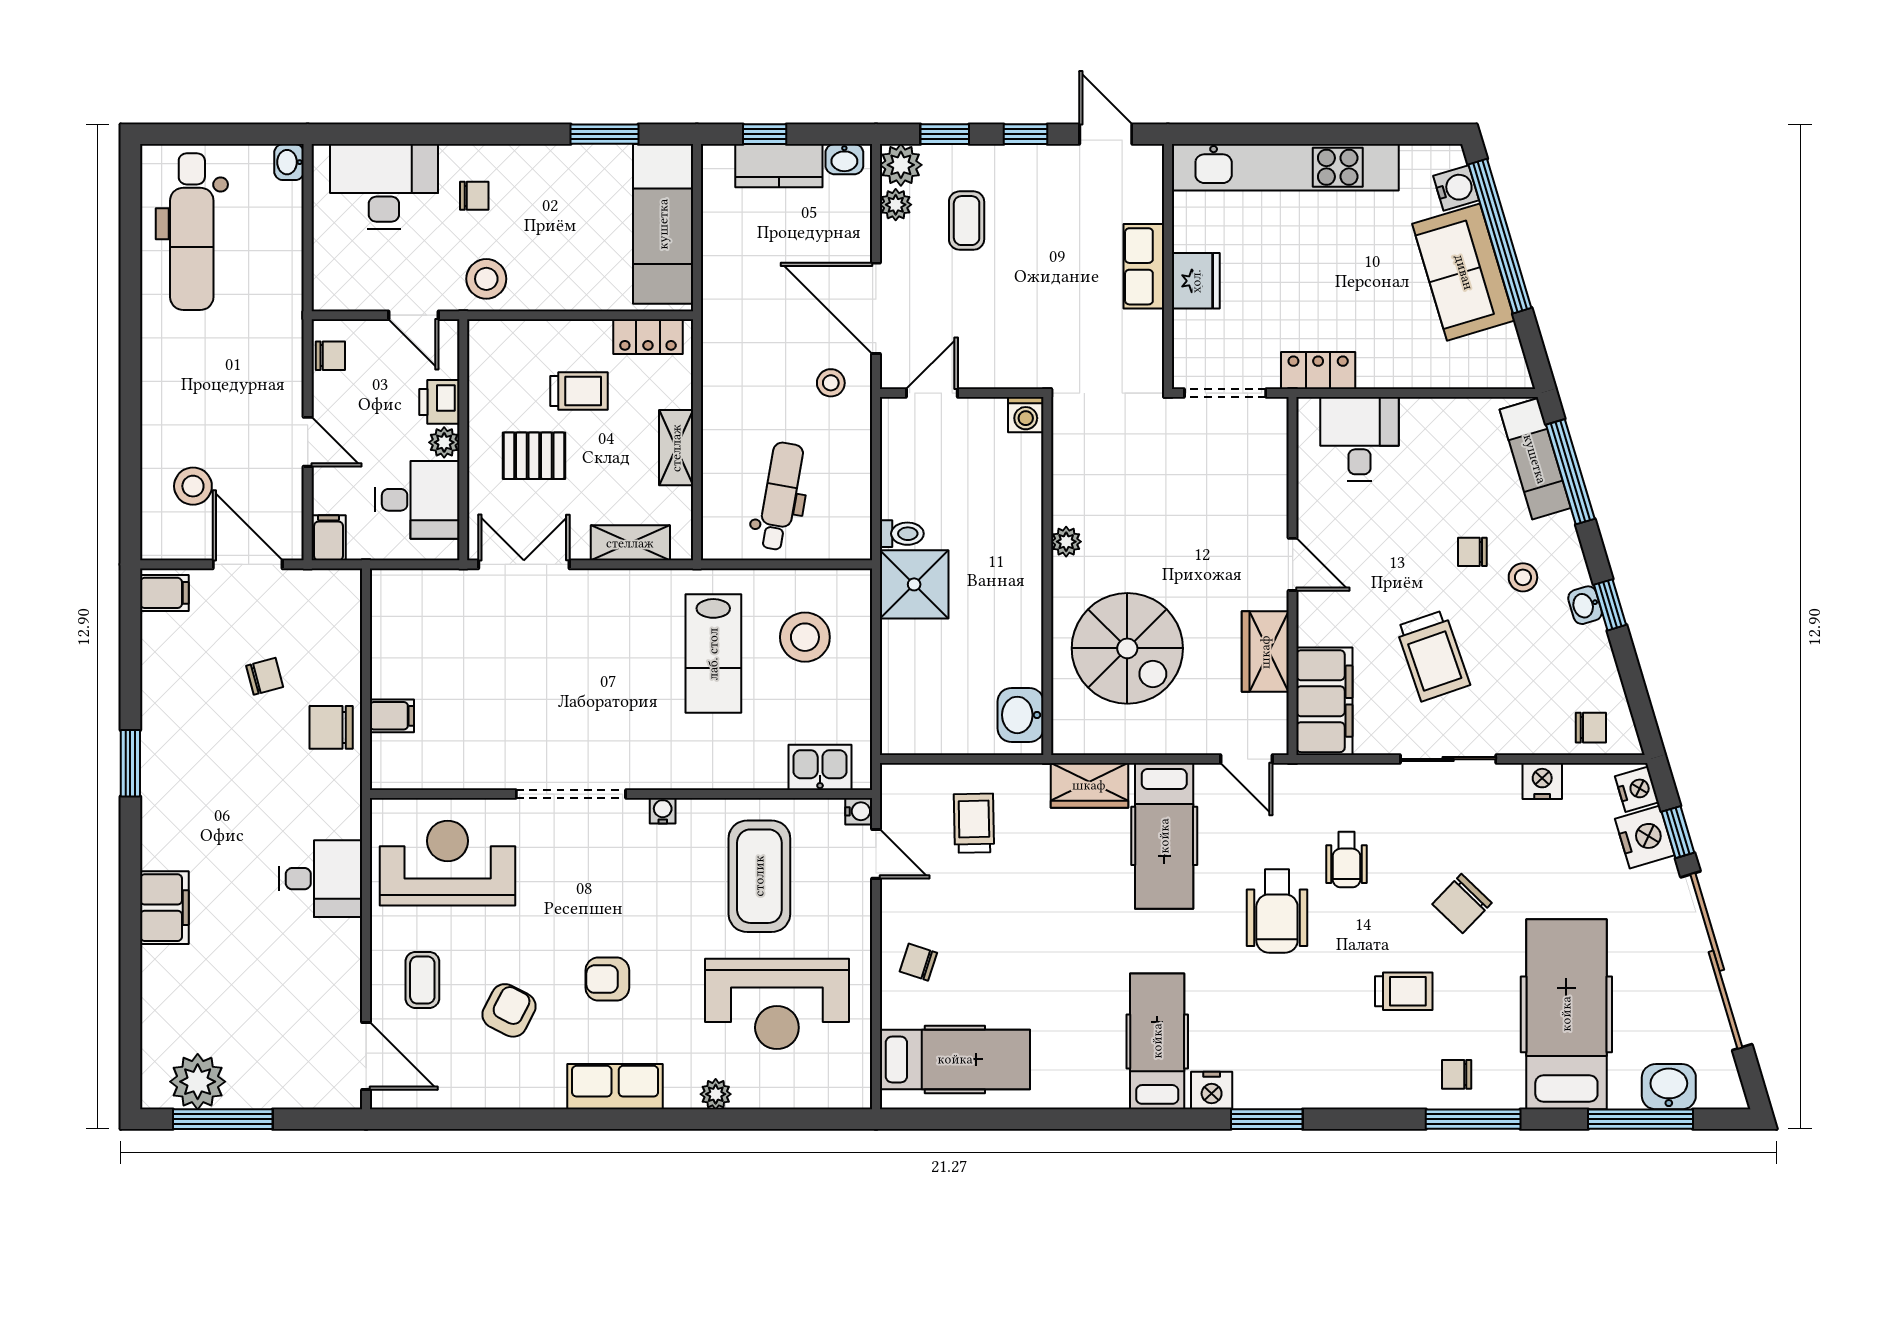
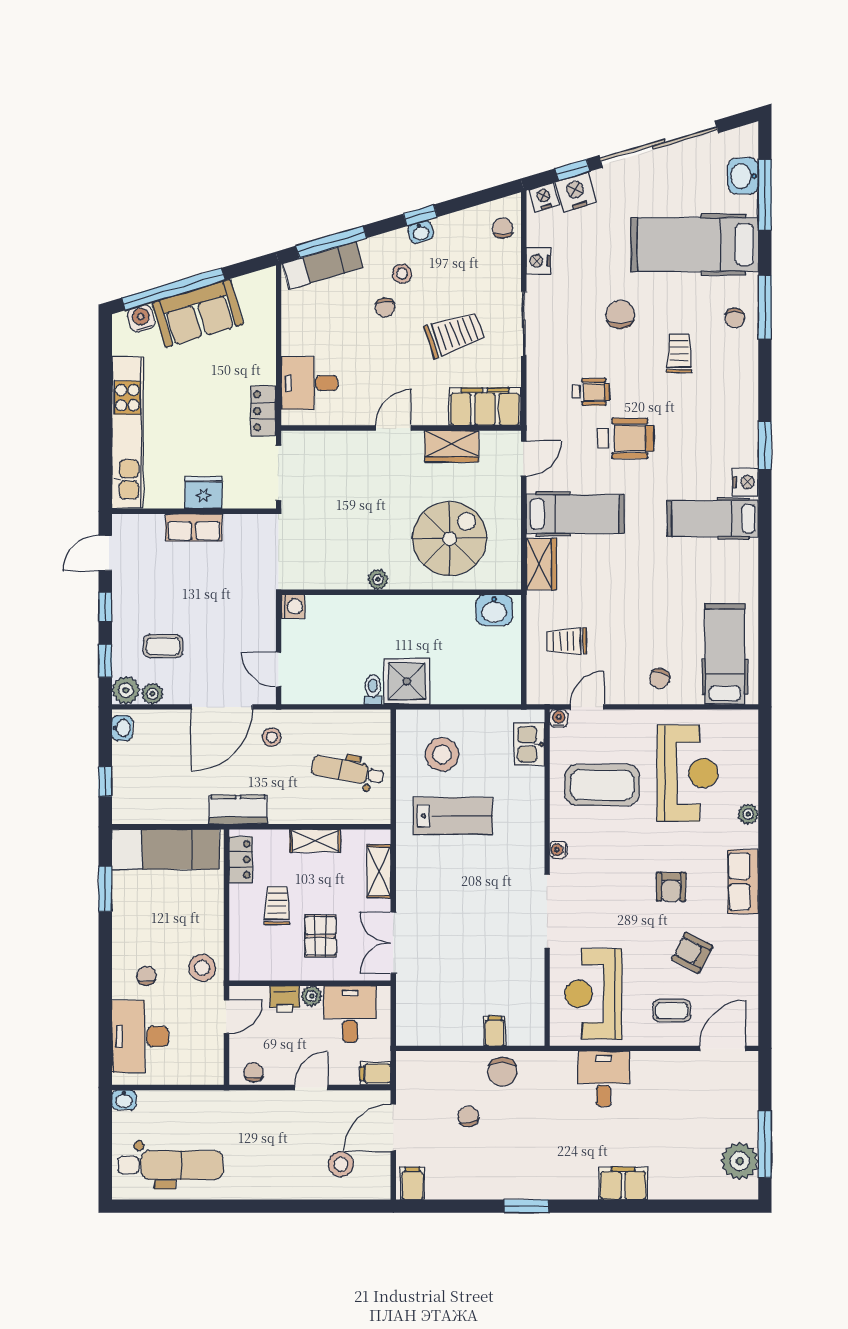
kitchen counter: (779, 166) -> (238, 810), moved, turned -90
chair: (1462, 903) -> (620, 314), turned -134

